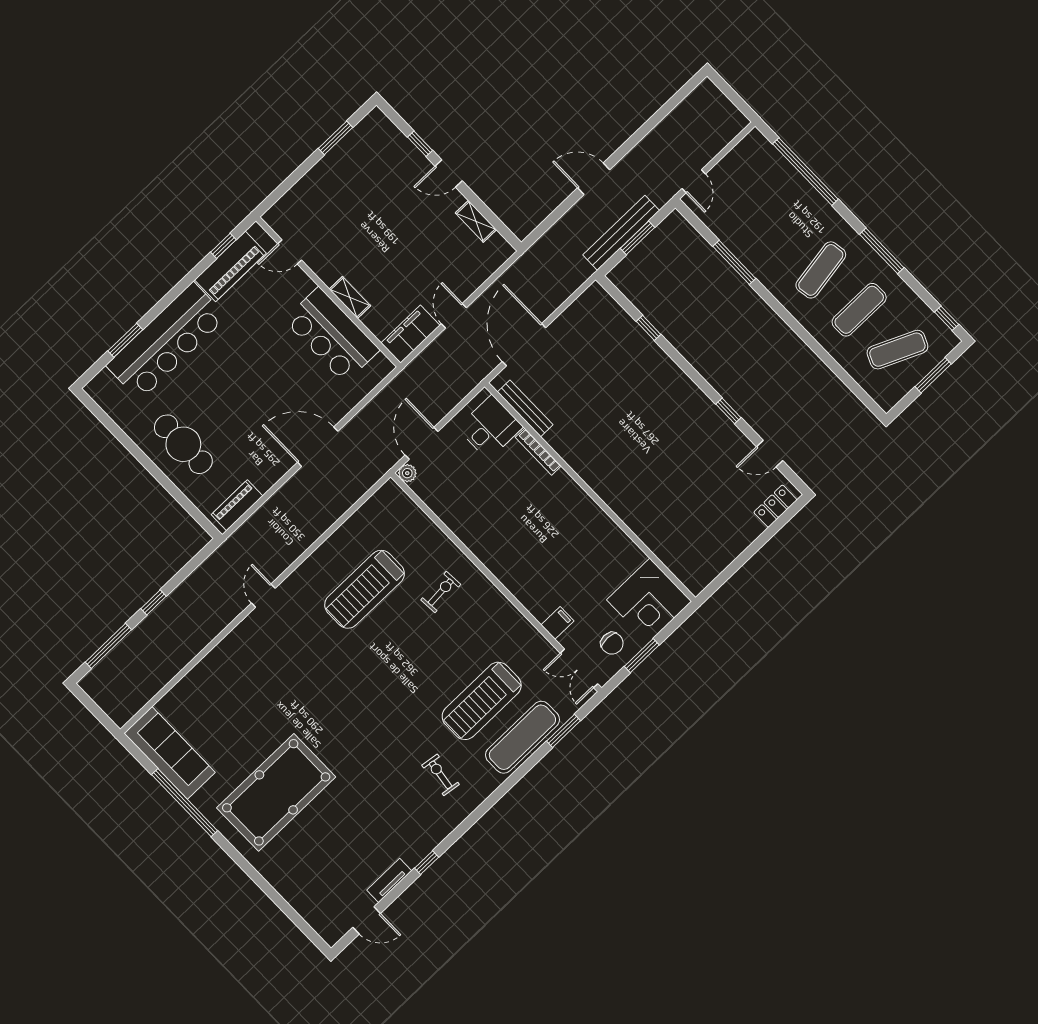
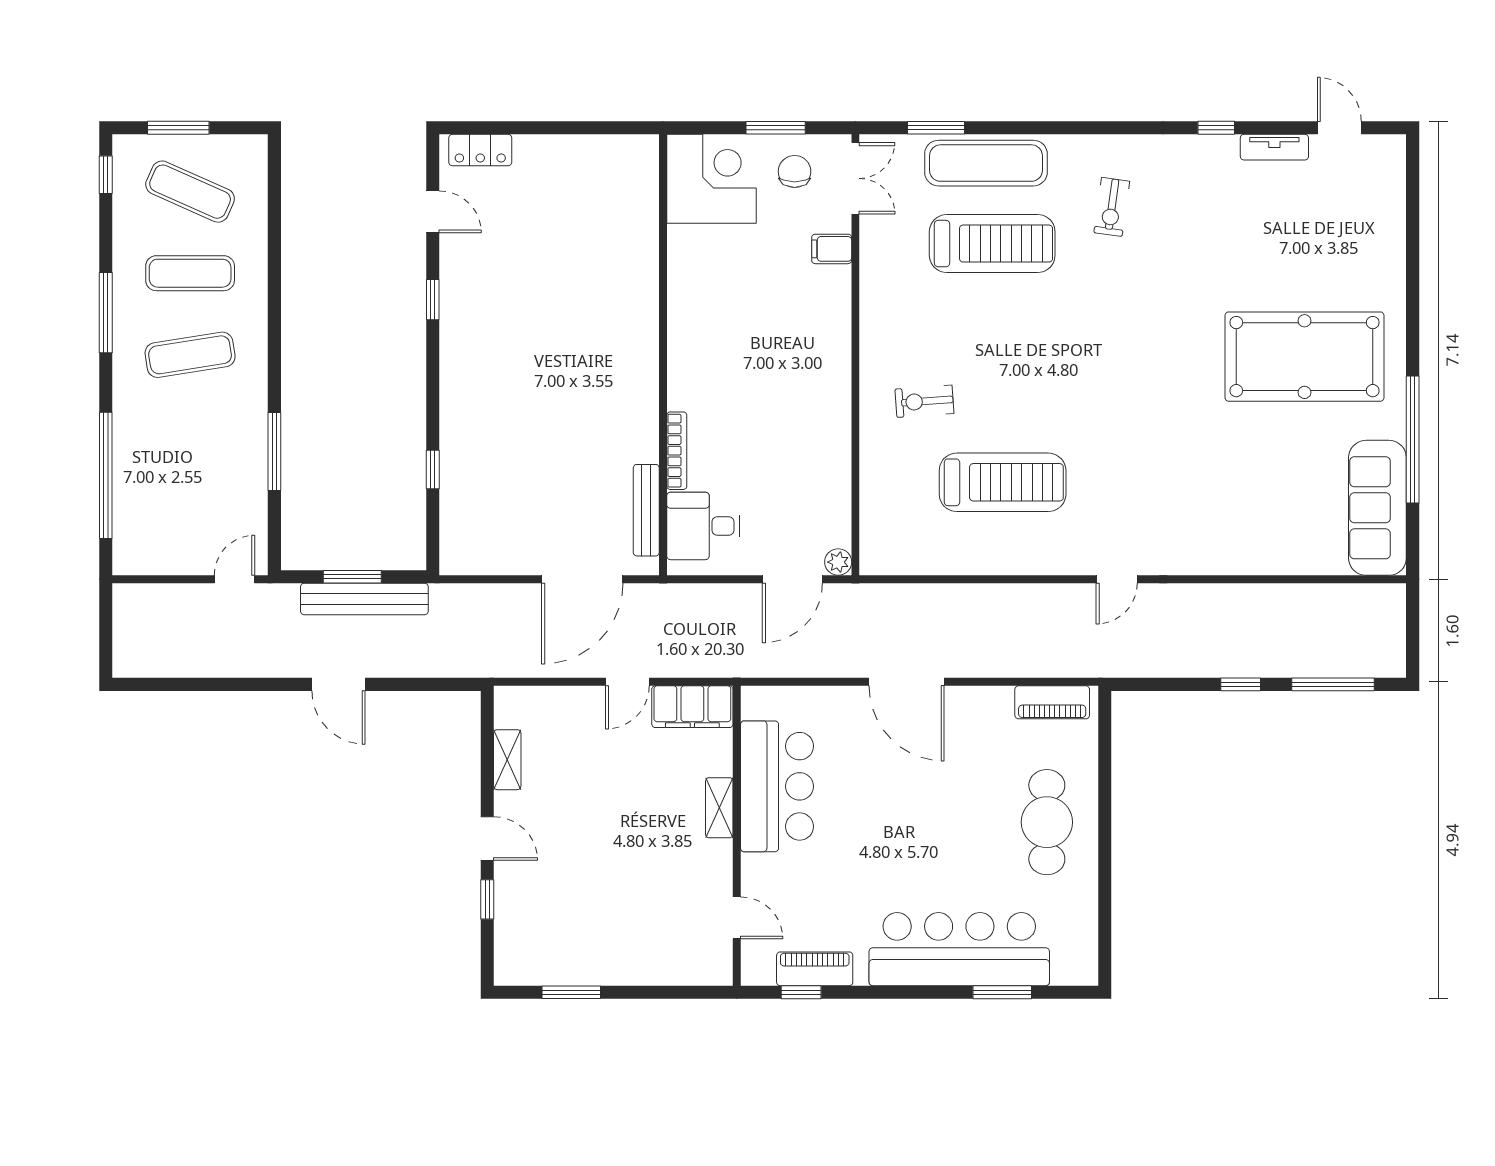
piano: (230, 266) -> (815, 969), width x0.73, depth x0.75

